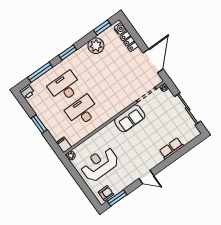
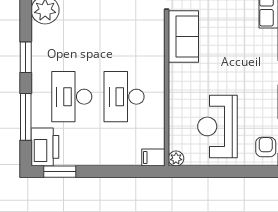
printer: (27, 92) -> (45, 147), width x1.87, depth x1.48
window: (39, 124) -> (60, 172), moved

